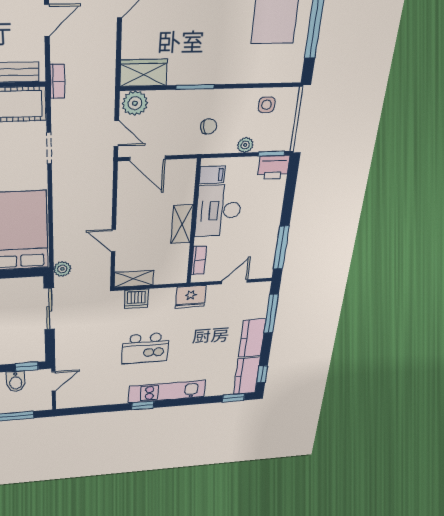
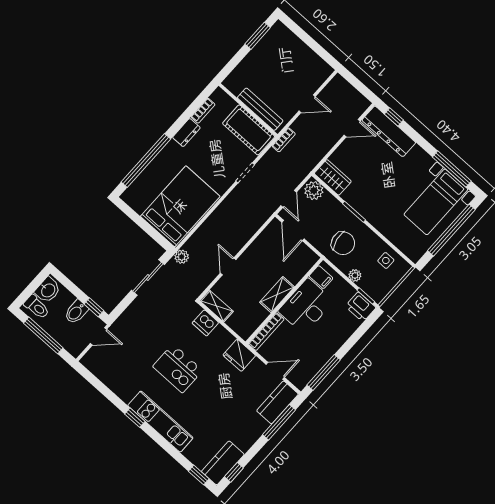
chair: (209, 126) -> (343, 243), width x1.87, depth x1.87
bookcase: (199, 260) -> (266, 332), width x1.56
kitchen counter: (252, 338) -> (277, 402), moved

